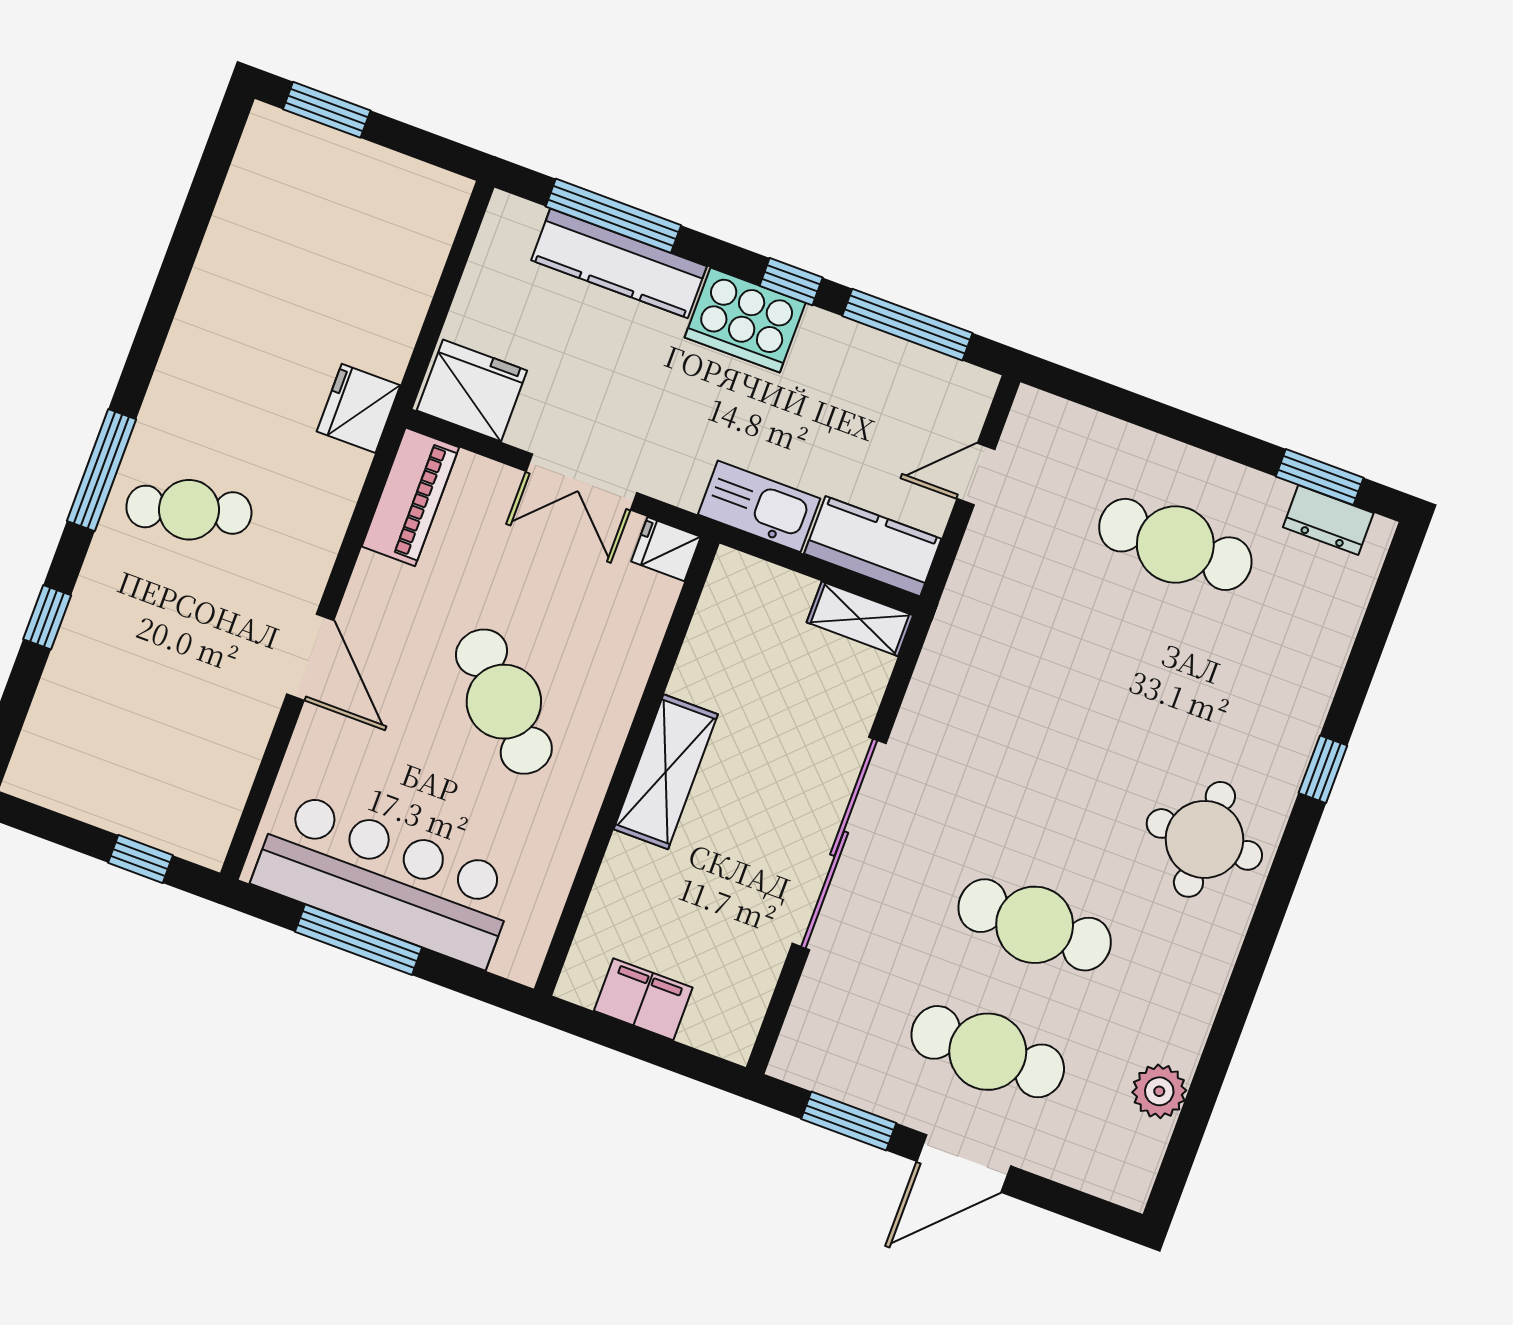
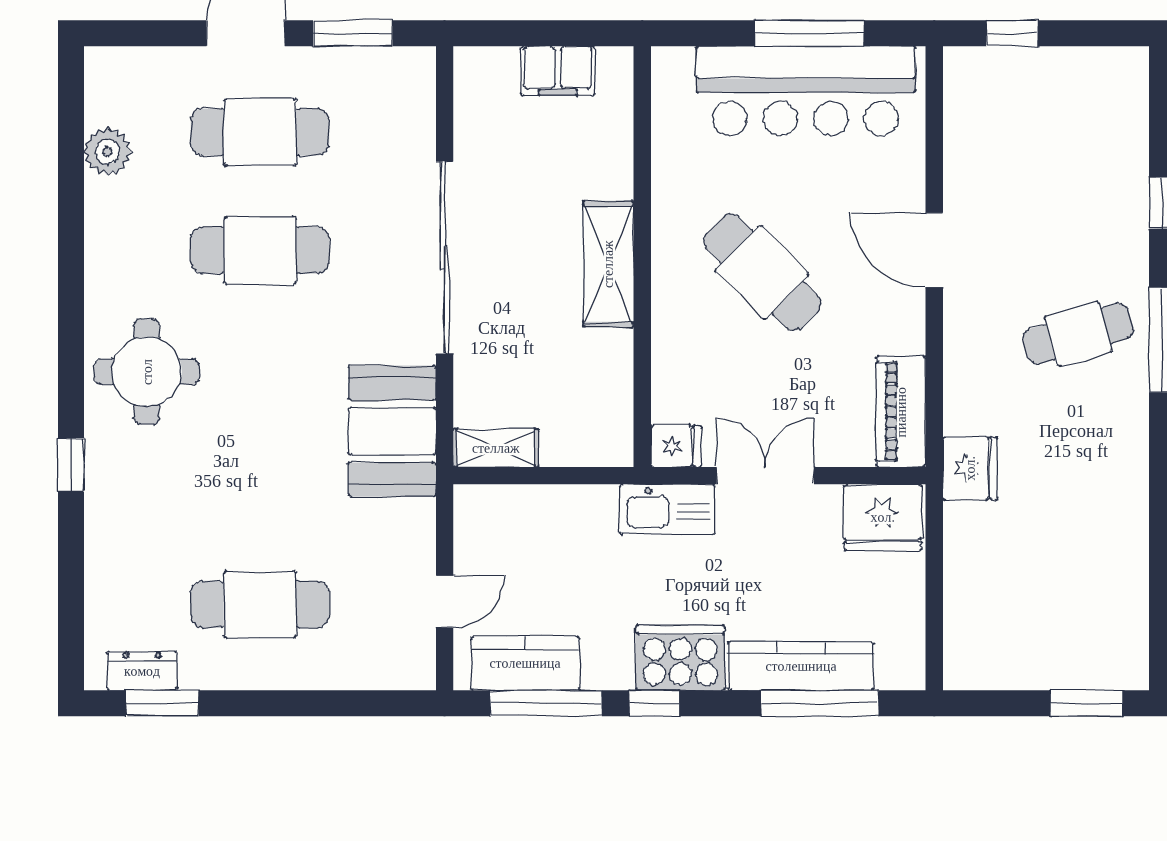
kitchen sink: (759, 506) -> (667, 509), moved
kitchen counter: (873, 546) -> (525, 663), moved, turned 180
booth: (965, 678) -> (392, 431), added

